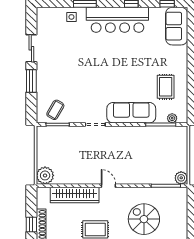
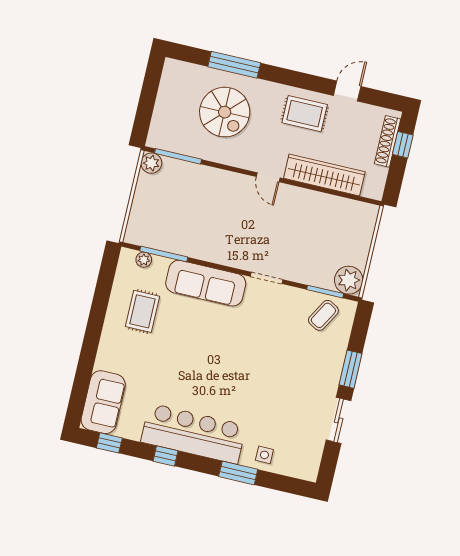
plant: (45, 175) -> (349, 280), moved

